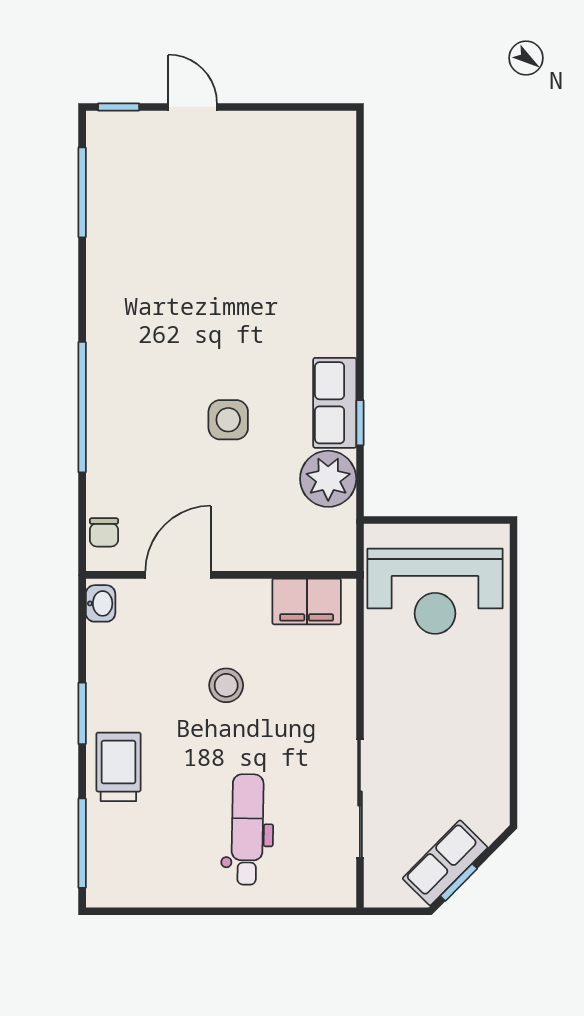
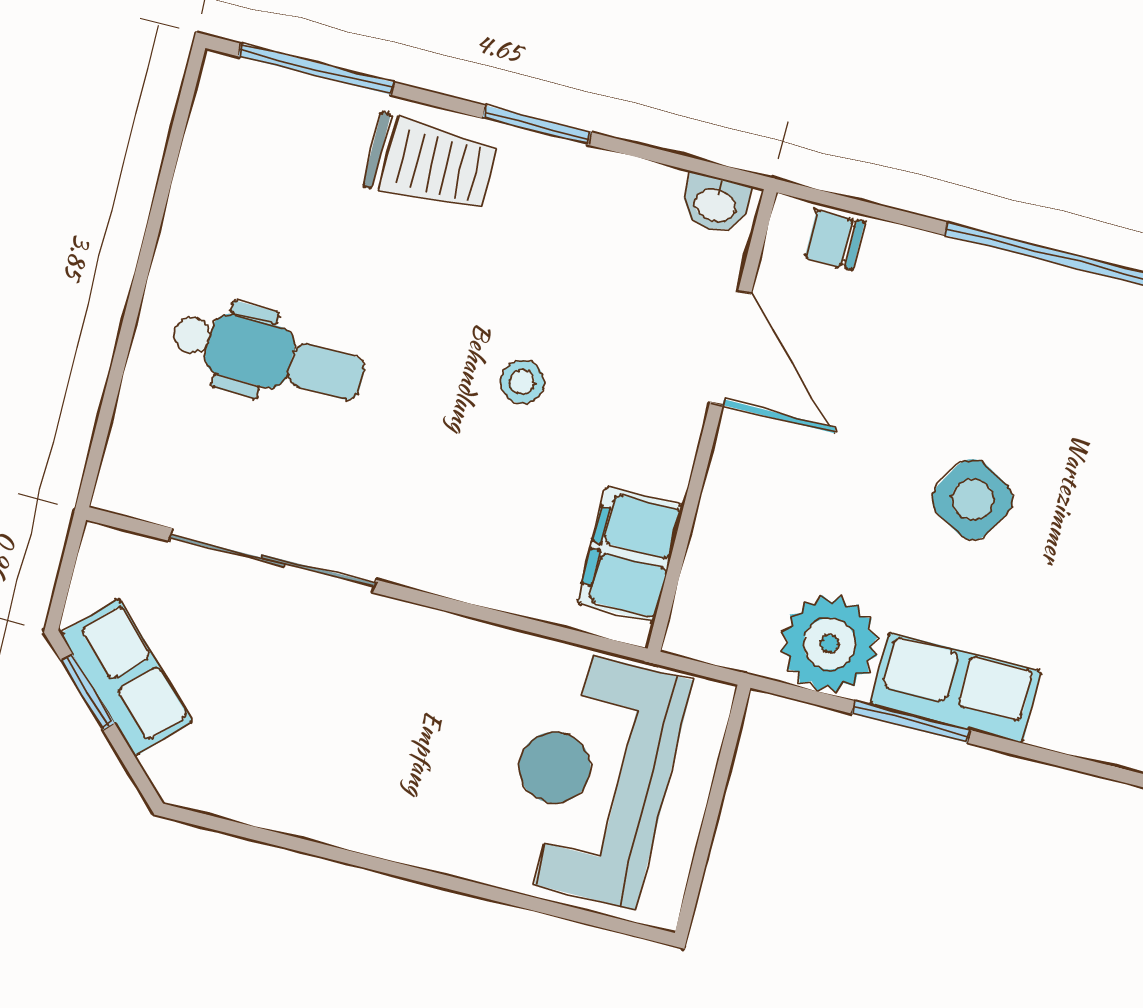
side table: (228, 420) -> (973, 499), turned 30
window: (360, 423) -> (911, 722), width x1.50
stool: (226, 685) -> (522, 382), width x0.73, depth x0.73

